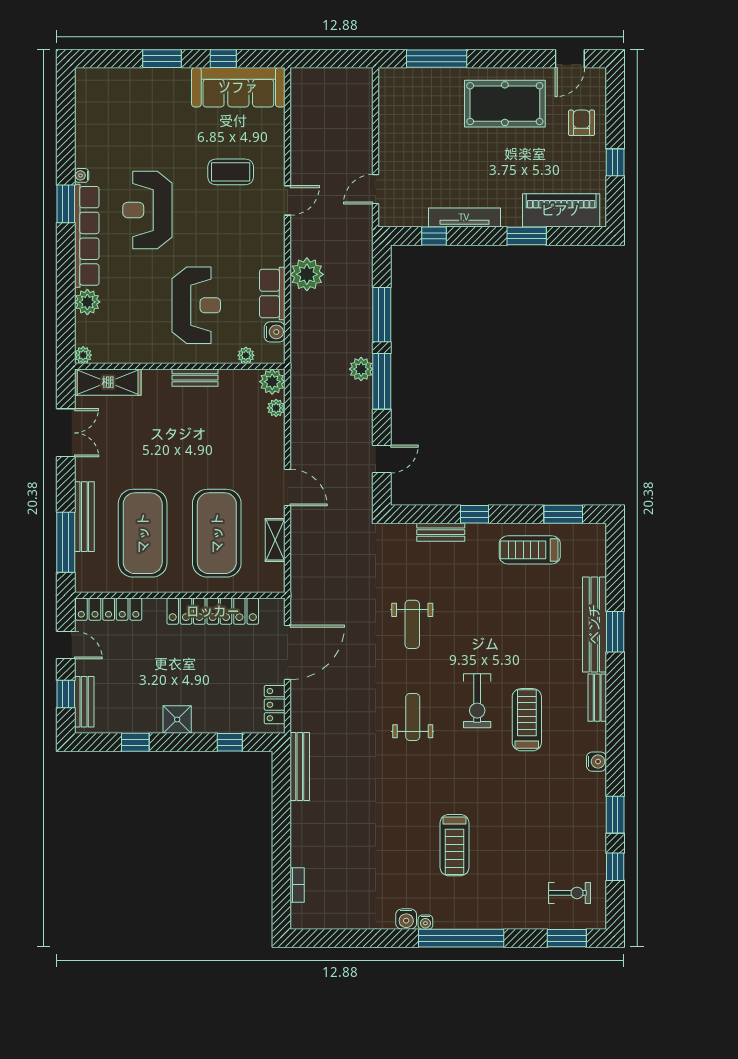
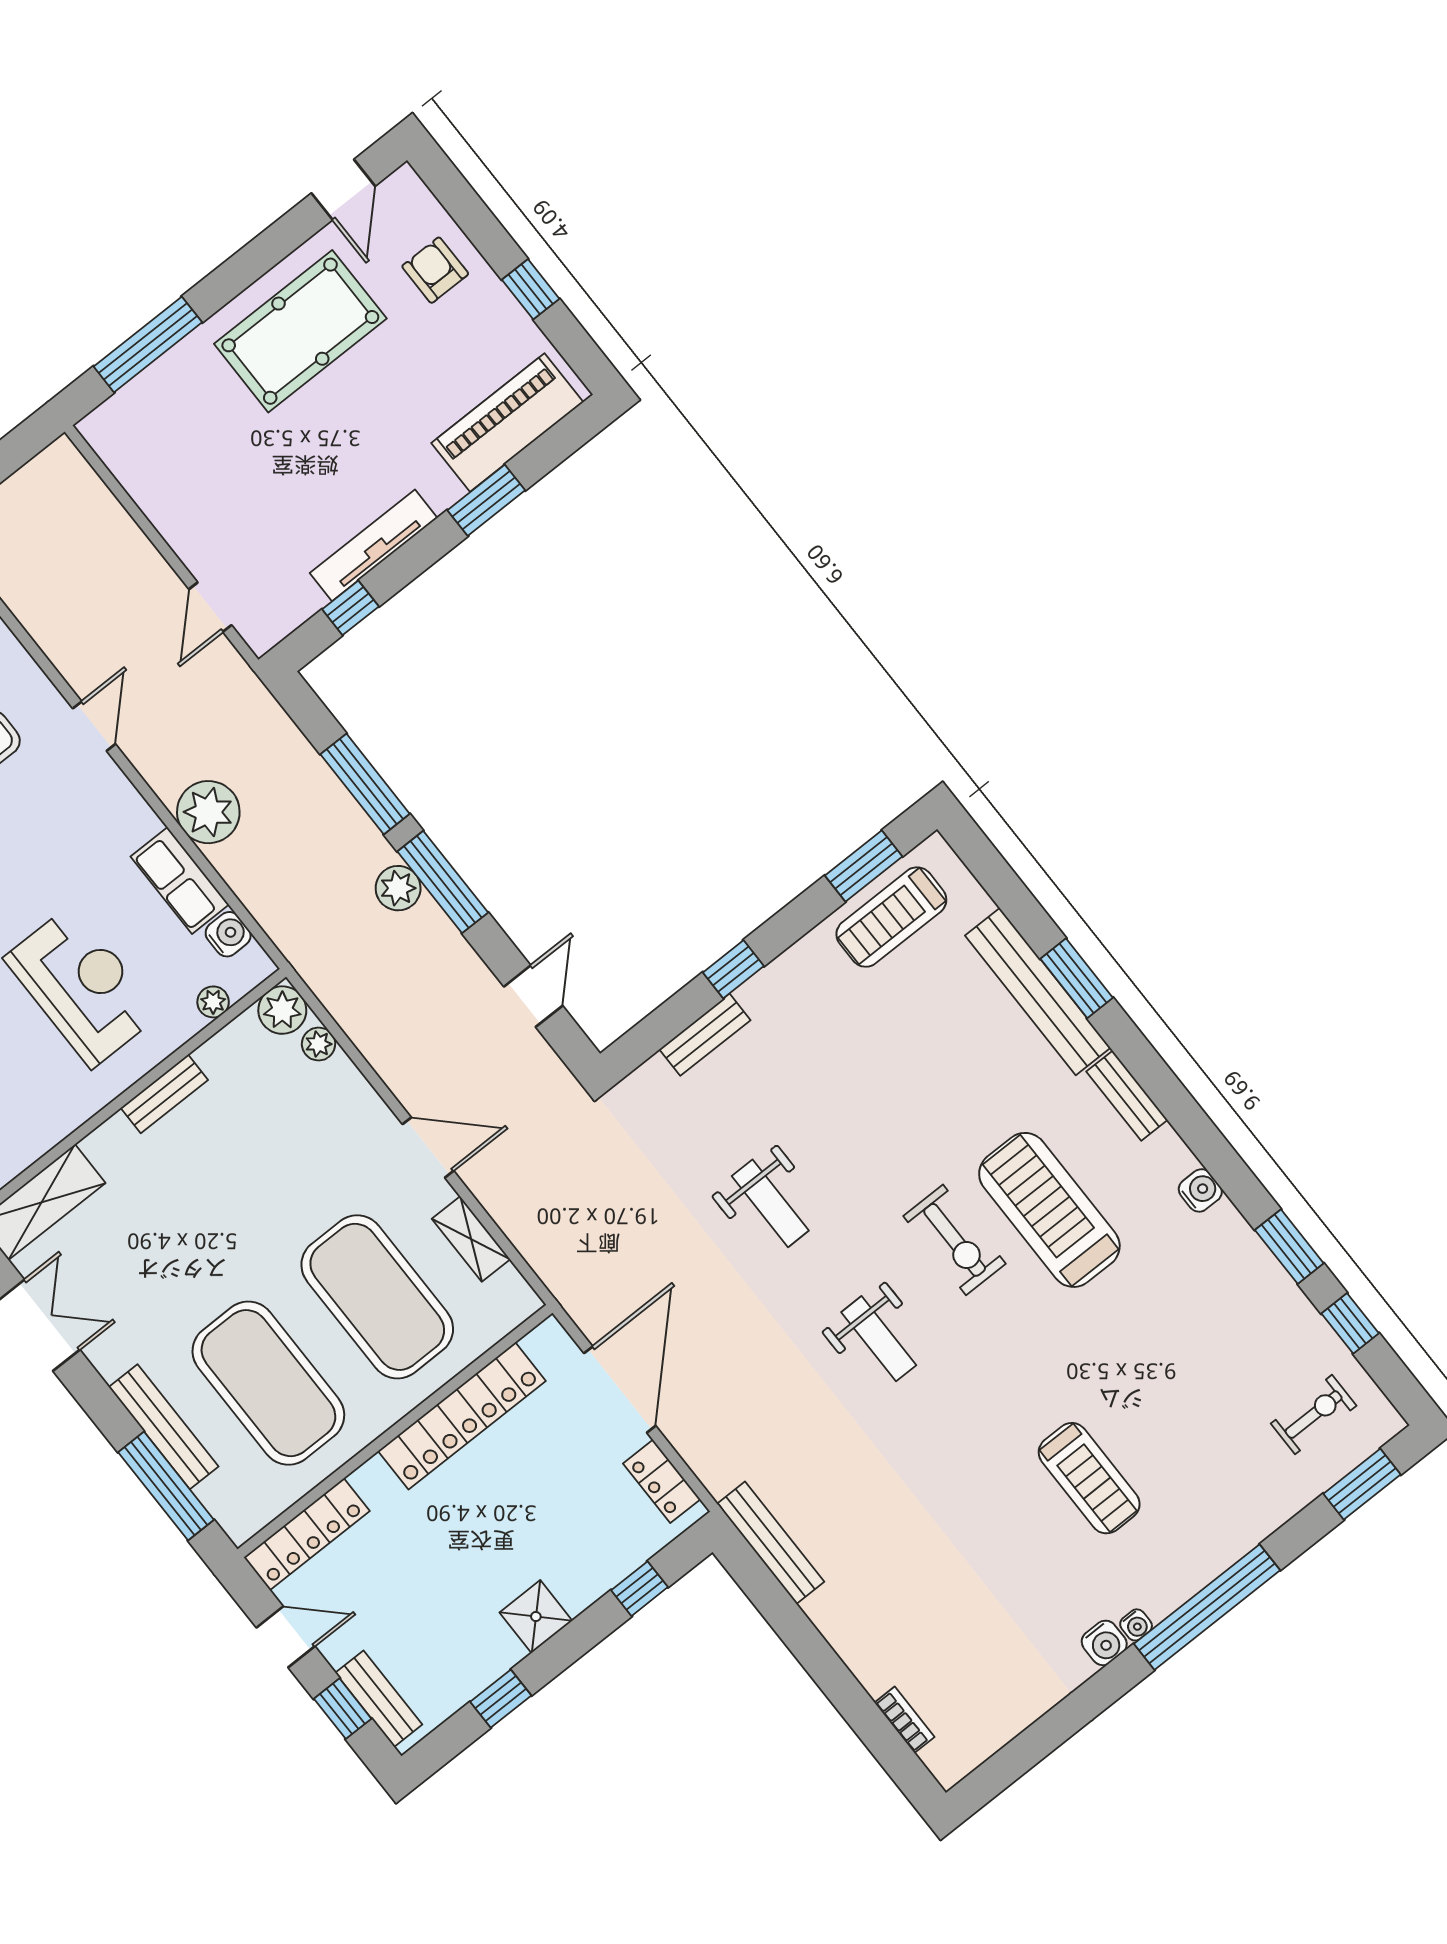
treadmill: (530, 550) -> (891, 917), moved
weight bench: (413, 717) -> (879, 1339), turned 180
treadmill: (527, 720) -> (1049, 1210), width x1.37, depth x1.38

